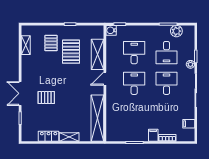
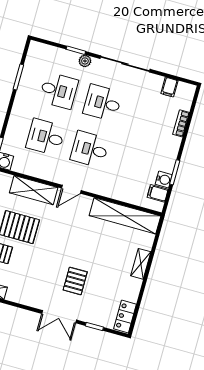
plant: (176, 31) -> (32, 68), removed
door: (105, 79) -> (71, 189), hinge flipped
filing cabinet: (153, 135) -> (158, 193), moved
locker: (49, 136) -> (125, 317), moved
water cooler: (128, 137) -> (164, 179), added

